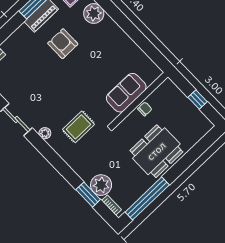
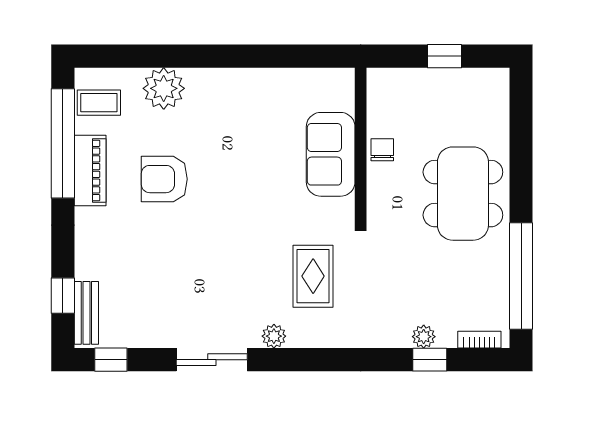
plant: (101, 185) -> (424, 337), width x0.53, depth x0.53
window: (88, 195) -> (430, 360), width x0.67

